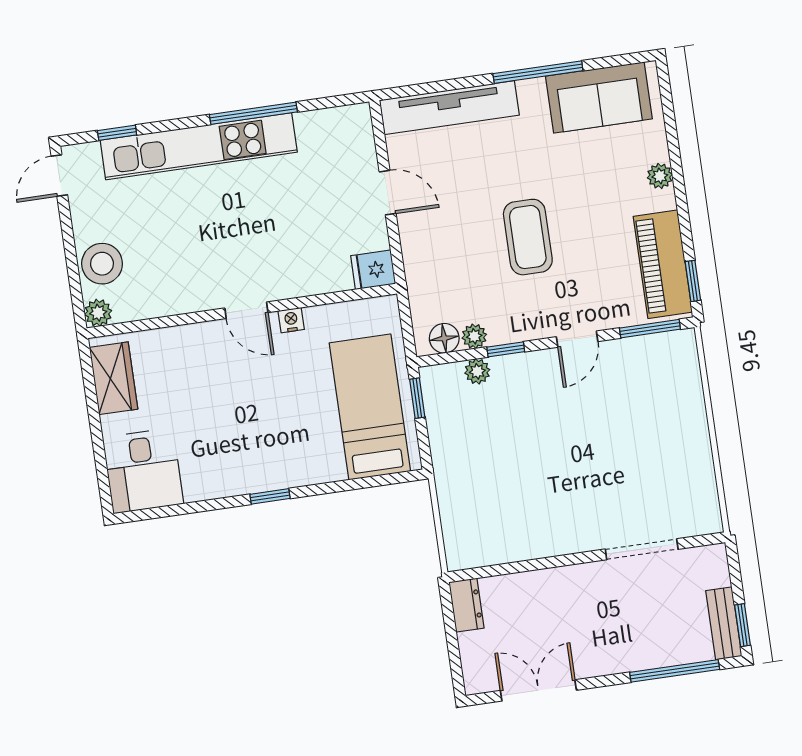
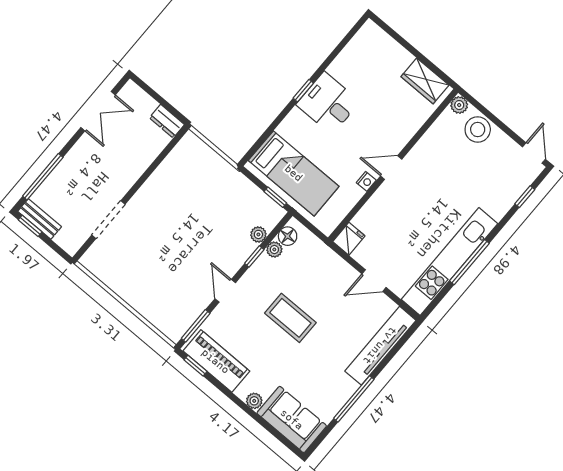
sofa: (599, 98) -> (292, 419), moved, turned 90
kitchen unit: (199, 146) -> (450, 262), moved
desk: (143, 471) -> (328, 103), moved

